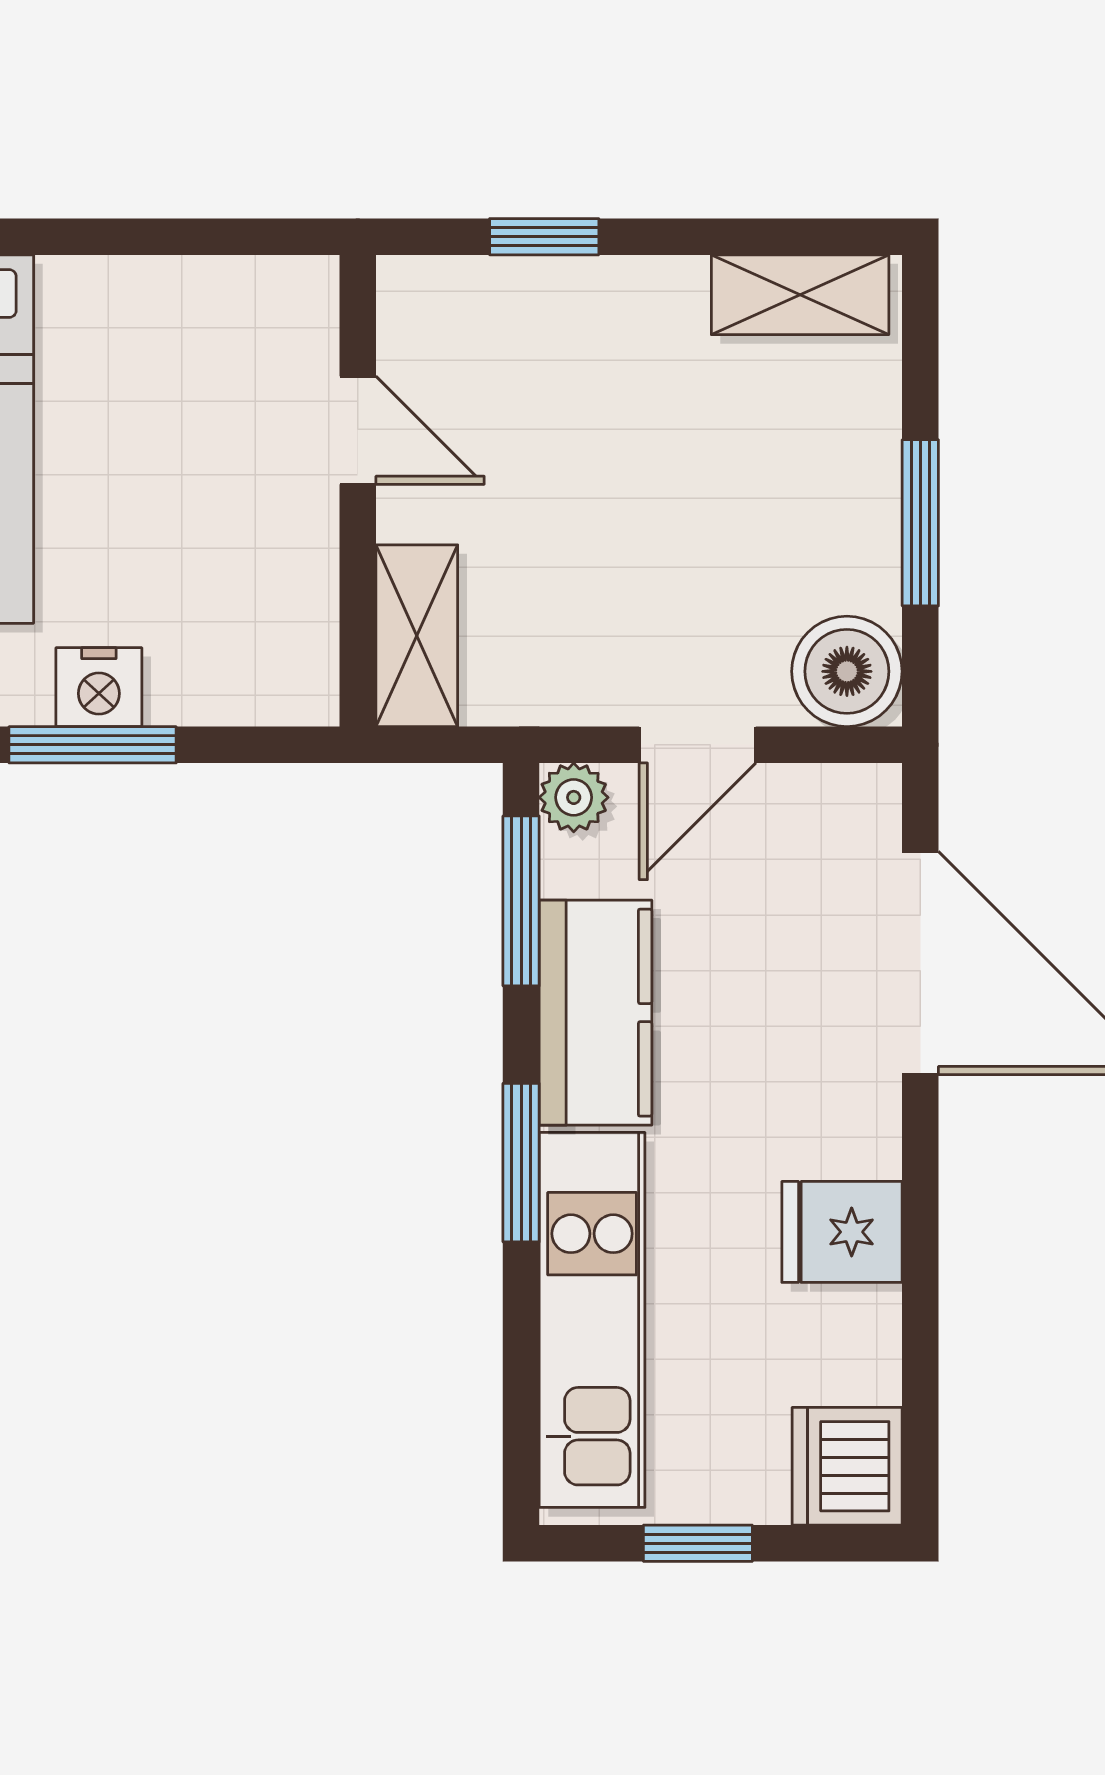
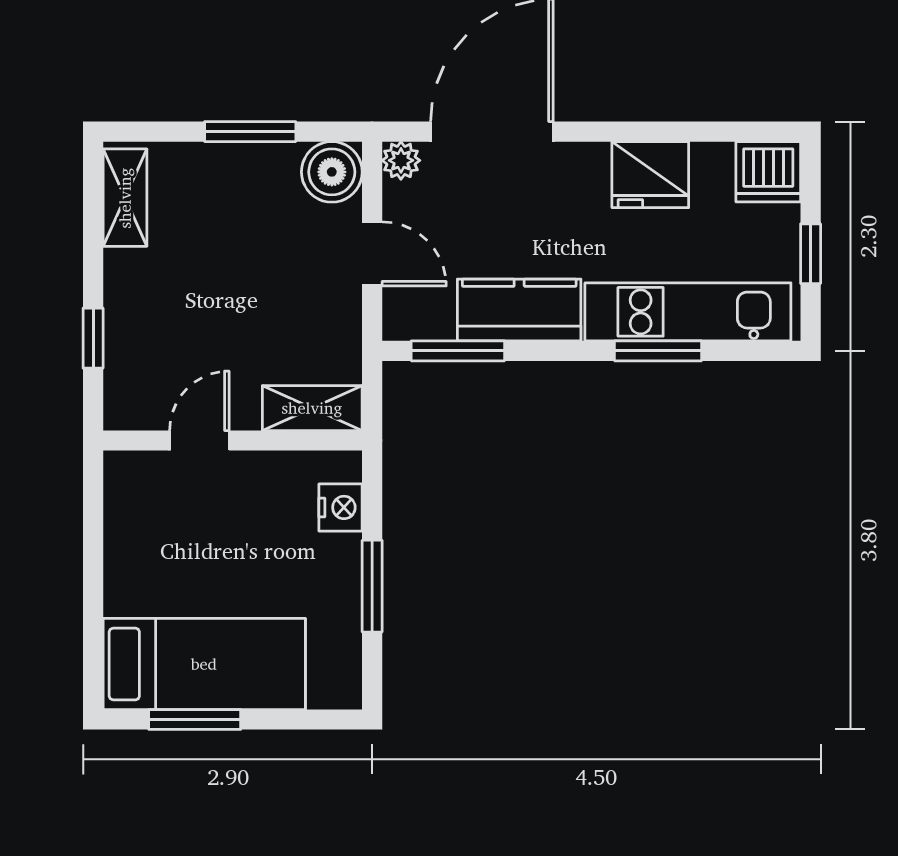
nightstand: (99, 687) -> (340, 507), moved
plant: (574, 797) -> (401, 160), moved
window: (521, 1163) -> (658, 351), moved
fridge: (842, 1232) -> (650, 175), width x1.38

